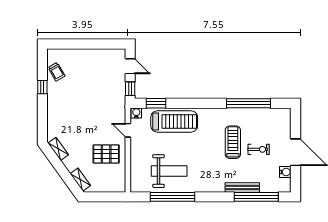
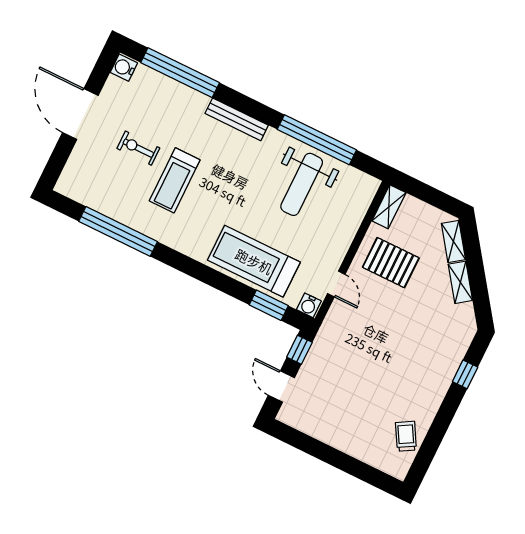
window: (42, 87) -> (465, 374), moved
shelving: (58, 149) -> (460, 282), moved
weight bench: (169, 171) -> (302, 184), turned -90
water cooler: (285, 172) -> (124, 68), moved
shelving: (121, 181) -> (389, 207), added
bench: (242, 187) -> (237, 119), moved

